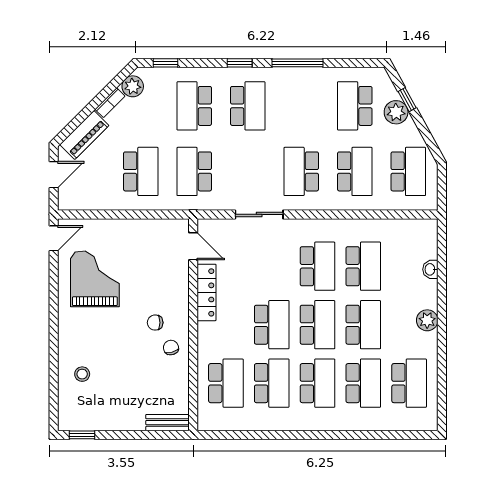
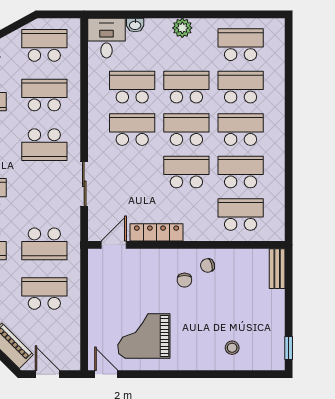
desk: (416, 239) -> (106, 38), added

